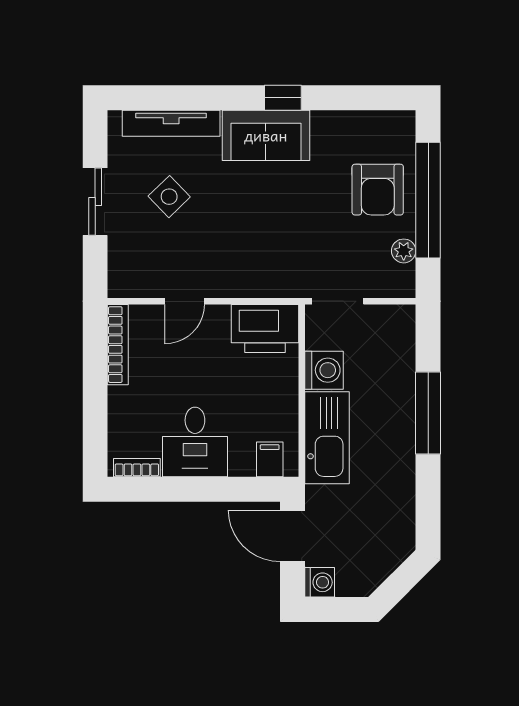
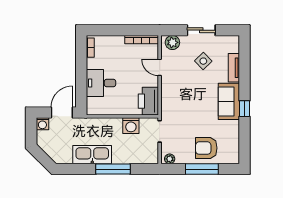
tv unit: (171, 123) -> (234, 68), width x0.71
window: (428, 200) -> (202, 169), width x0.68
plant: (404, 251) -> (170, 159), moved
plant: (125, 271) -> (172, 42), added
kitchen sink: (327, 438) -> (92, 155), moved, turned 180
desk: (195, 442) -> (101, 83), moved
filing cabinet: (270, 459) -> (94, 103), removed

